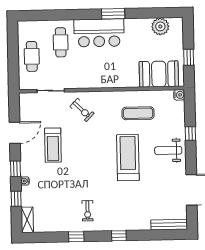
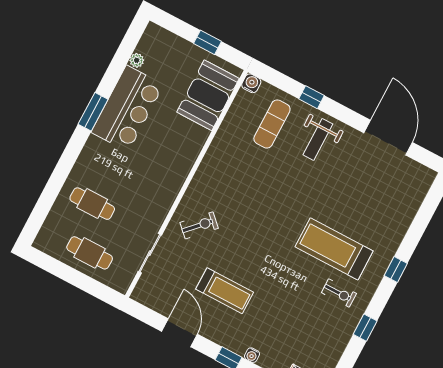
plant: (160, 26) -> (137, 60), width x0.53, depth x0.53
bar counter: (99, 33) -> (127, 108), moved
exercise mat: (138, 113) -> (272, 124), moved
treadmill: (128, 158) -> (334, 249), moved
bench: (169, 225) -> (418, 194), removed

